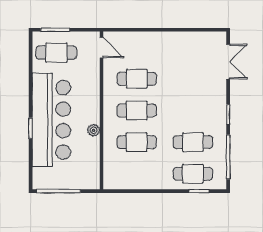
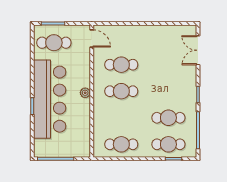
double door: (228, 62) -> (198, 50), swing flipped
plant: (94, 130) -> (85, 93), moved
cafe table: (137, 142) -> (121, 144), moved

